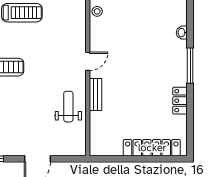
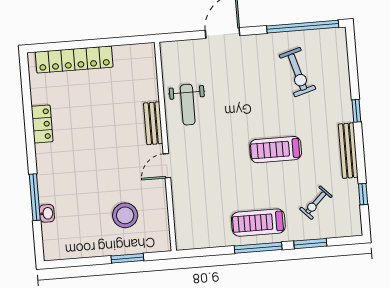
stool: (97, 11) -> (125, 215), moved, width x1.89, depth x1.89
window: (190, 66) -> (35, 197), moved

